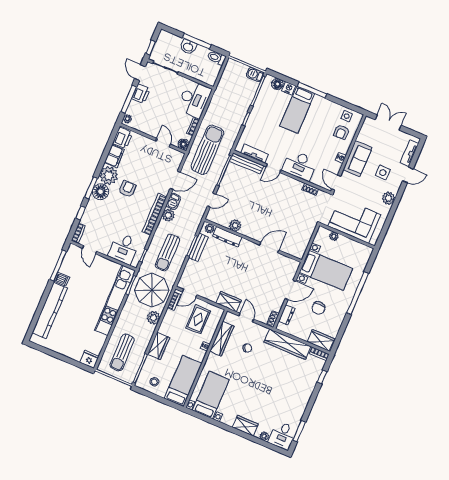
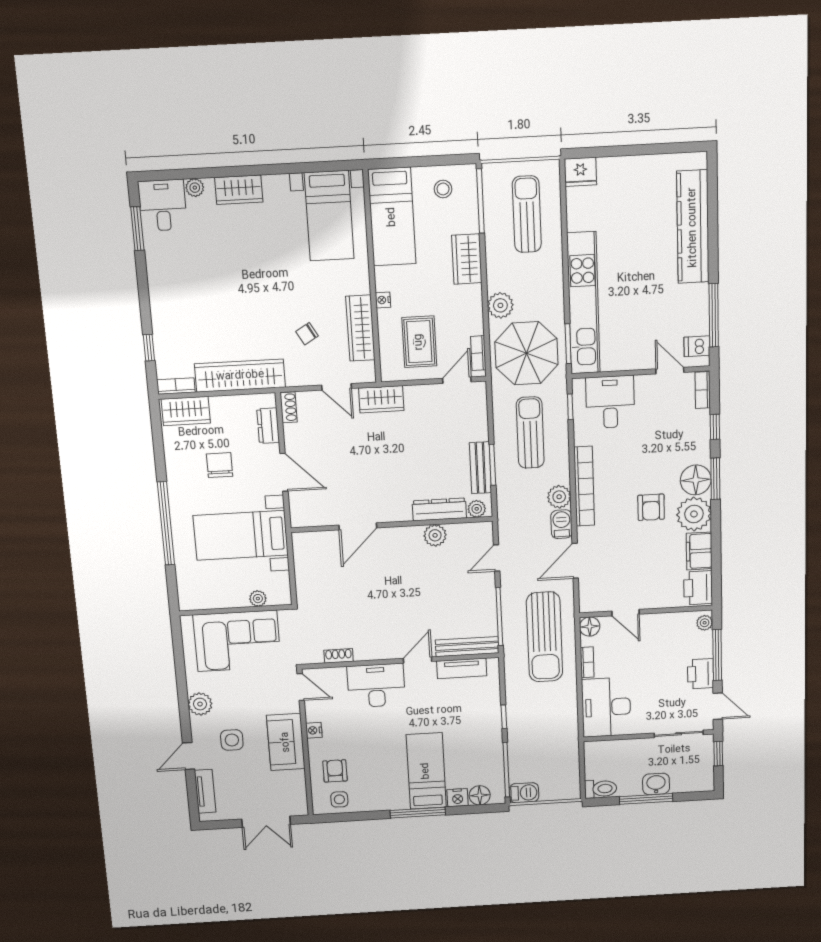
dishwasher: (62, 279) -> (697, 346), moved
door: (291, 290) -> (284, 472), swing flipped

